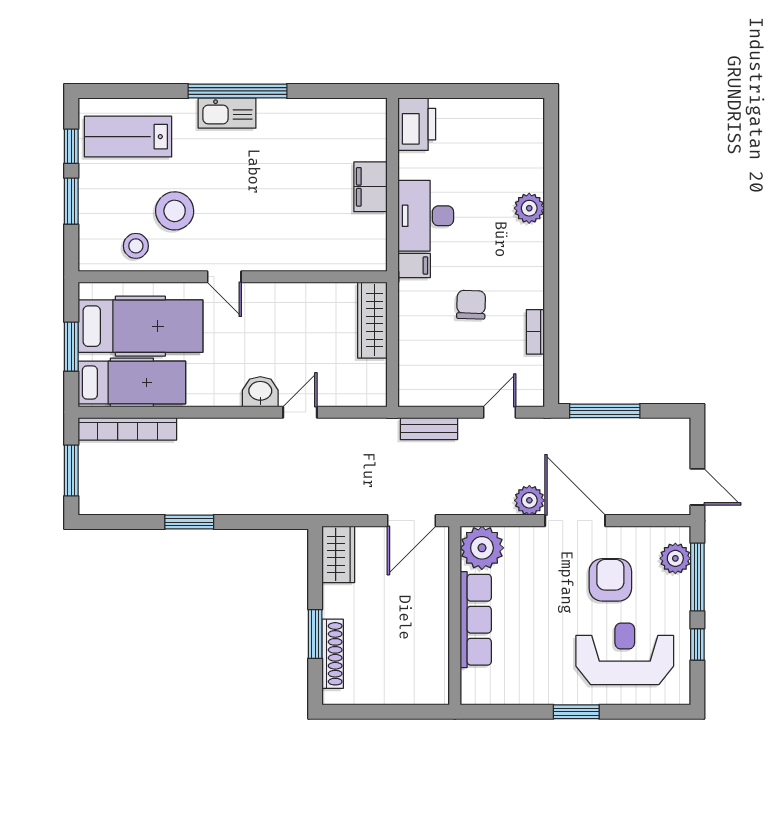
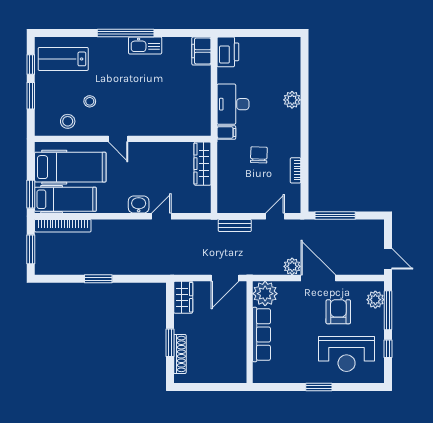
kitchen sink: (227, 113) -> (145, 45), moved
filing cabinet: (370, 187) -> (201, 51), moved
stool: (175, 211) -> (90, 101), width x0.53, depth x0.53
window: (71, 347) -> (31, 194), moved
reception desk: (625, 654) -> (347, 354), turned 180

